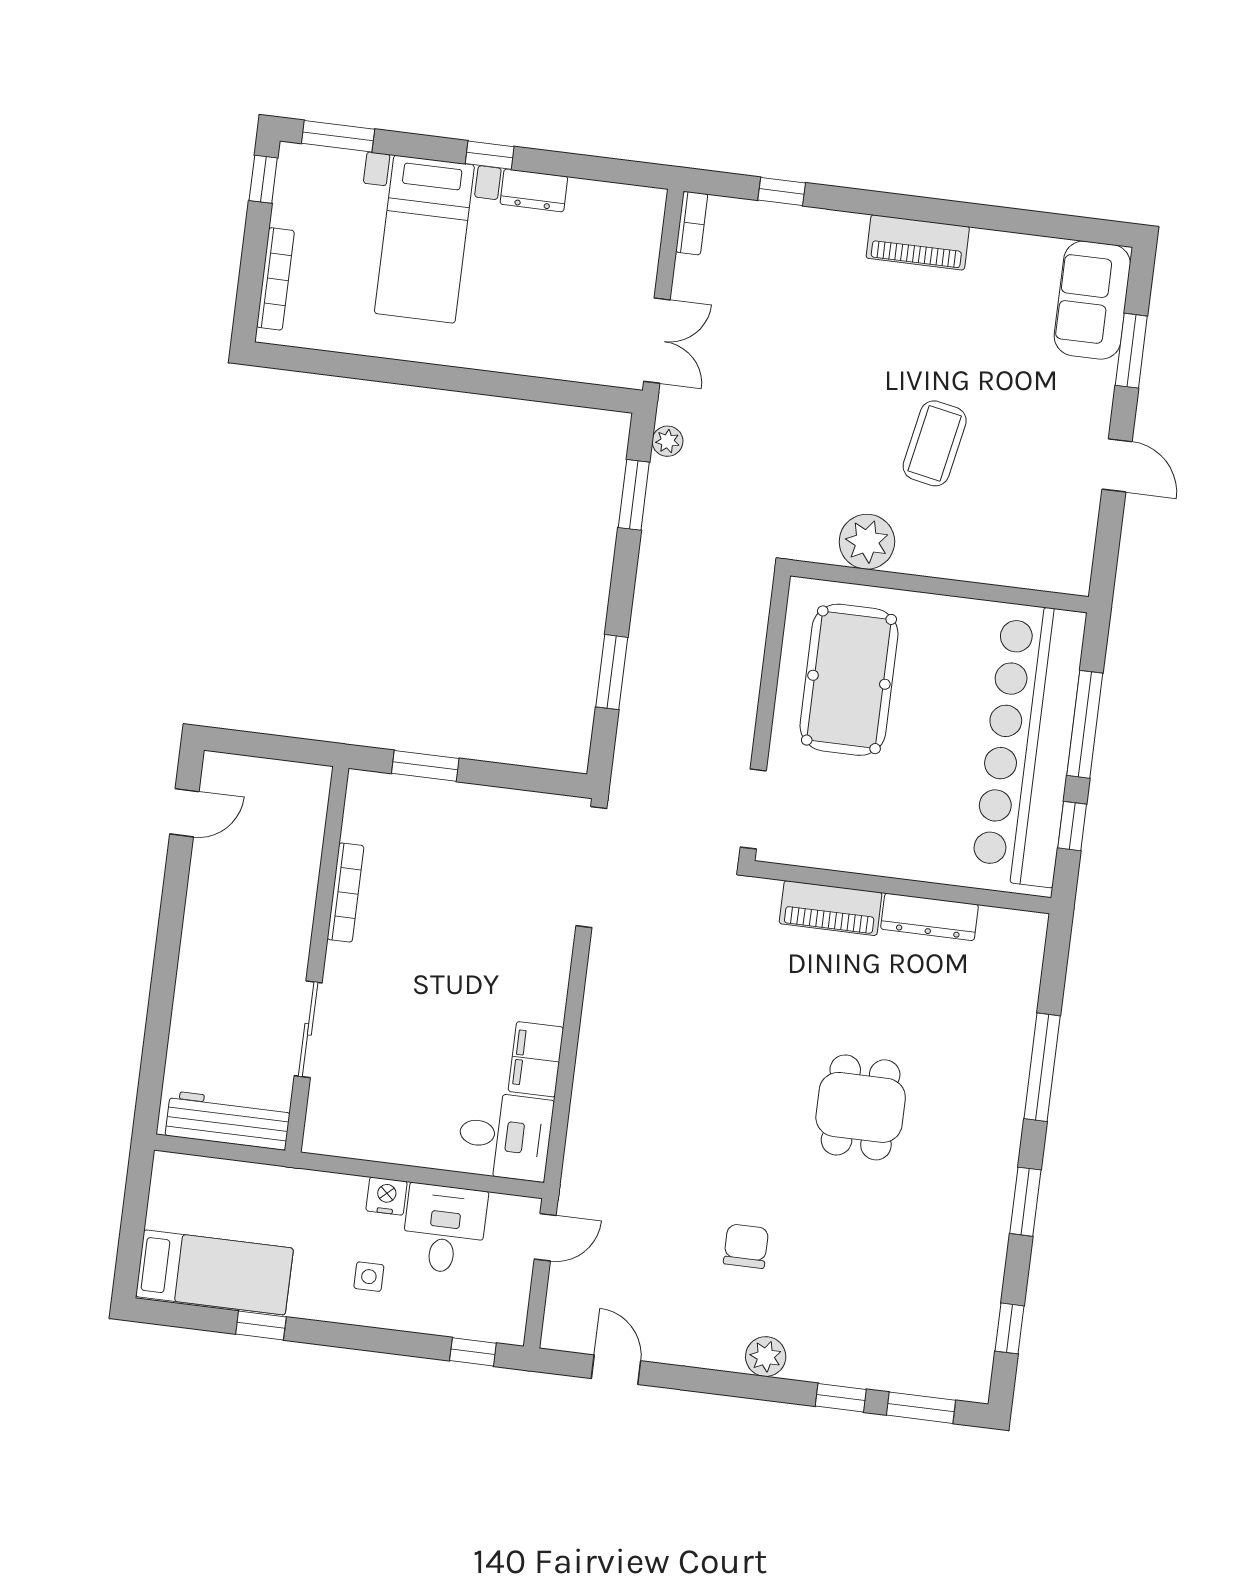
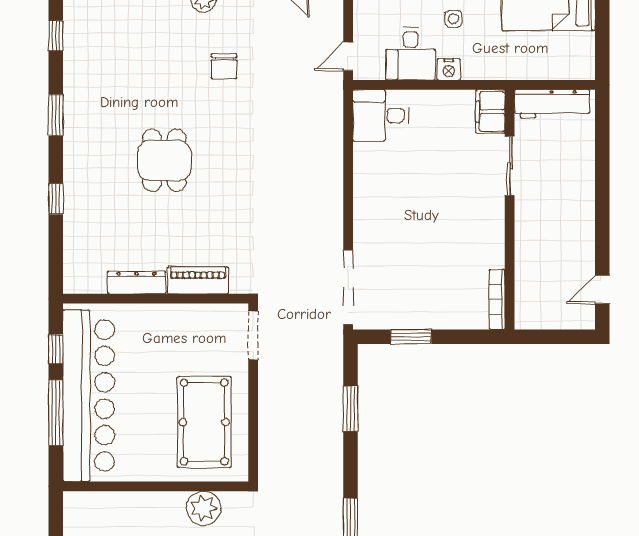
window: (425, 766) -> (411, 337), moved
bookcase: (346, 893) -> (497, 299), moved
filing cabinet: (536, 1059) -> (490, 112), moved, turned 180
window: (1042, 1067) -> (56, 199), width x0.46

